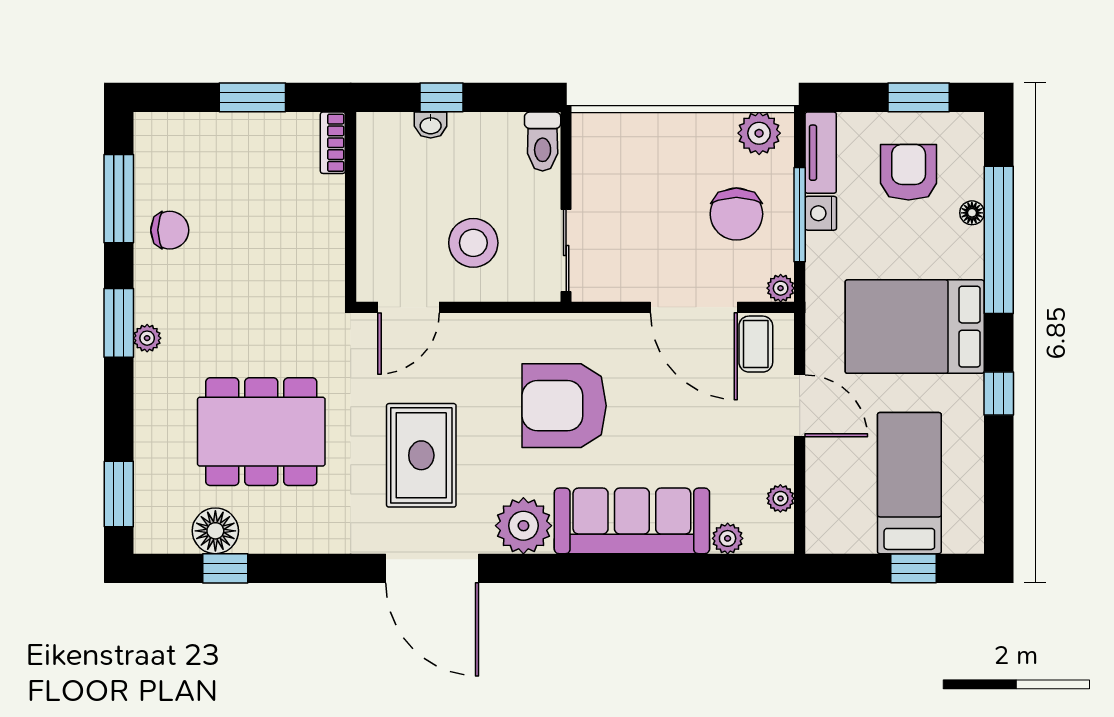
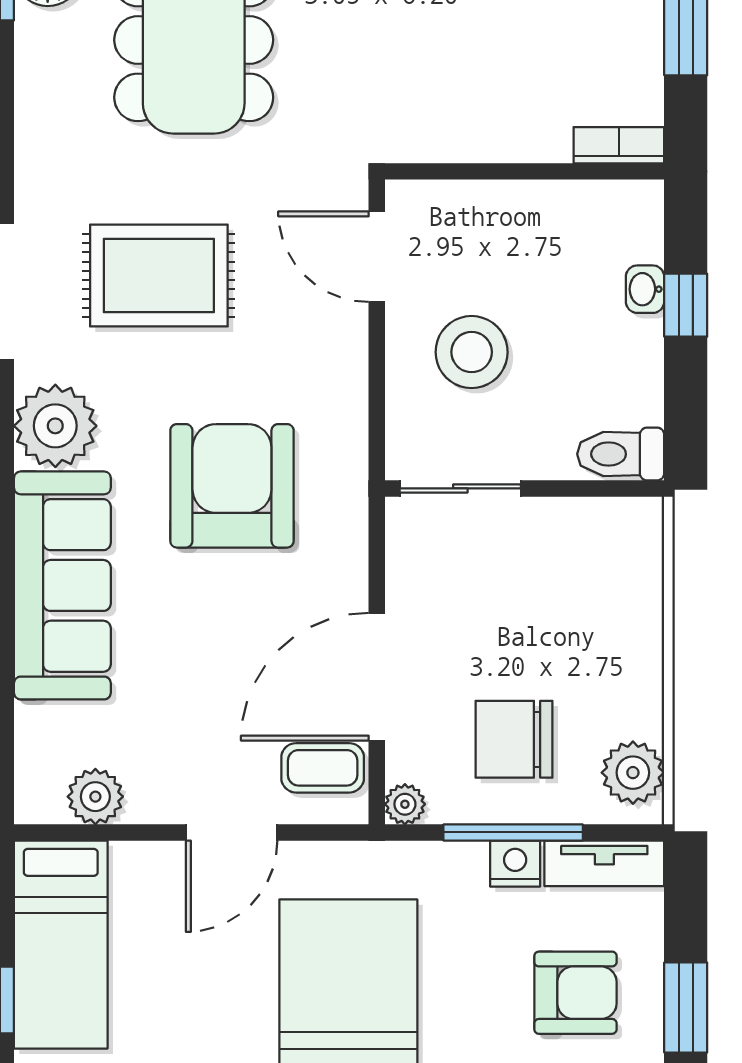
bed: (909, 483) -> (61, 945), moved, turned 90
plant: (780, 498) -> (95, 797), width x1.38, depth x1.38
plant: (728, 538) -> (36, 726), removed

